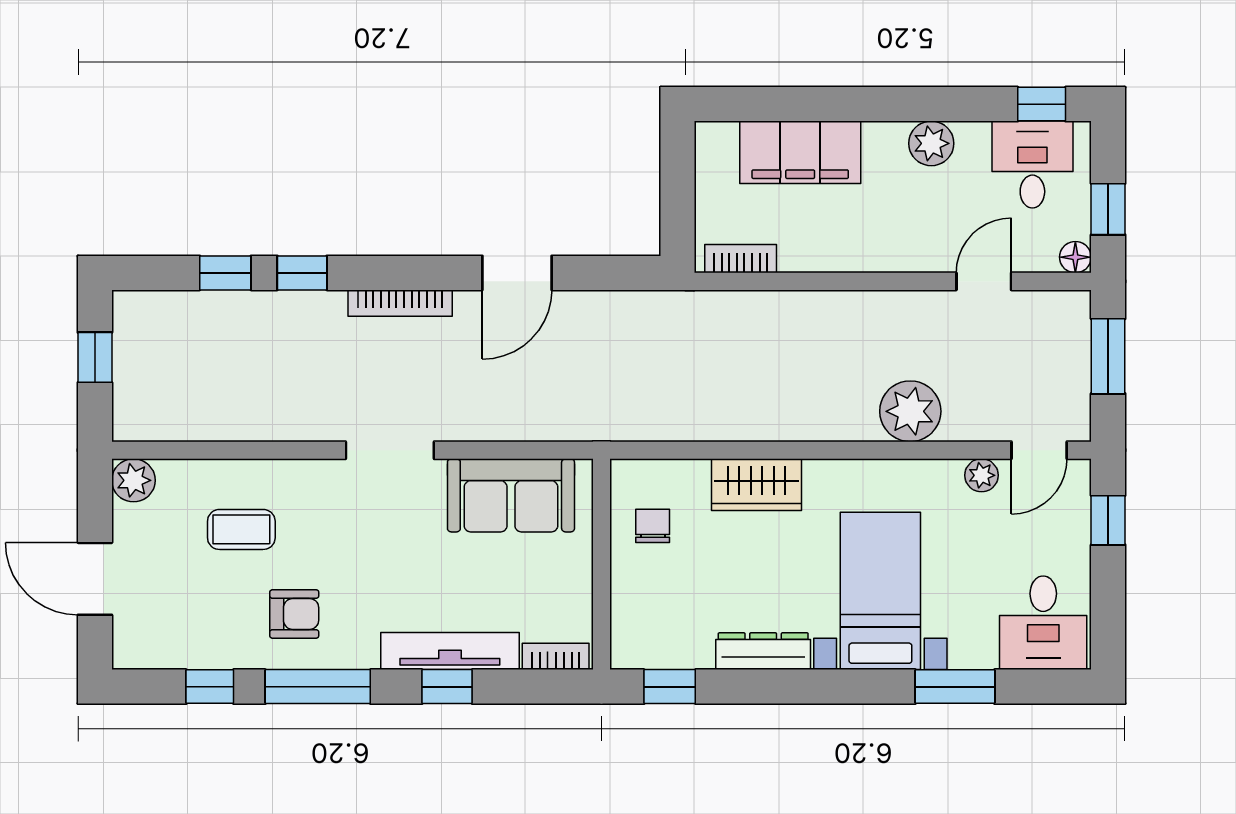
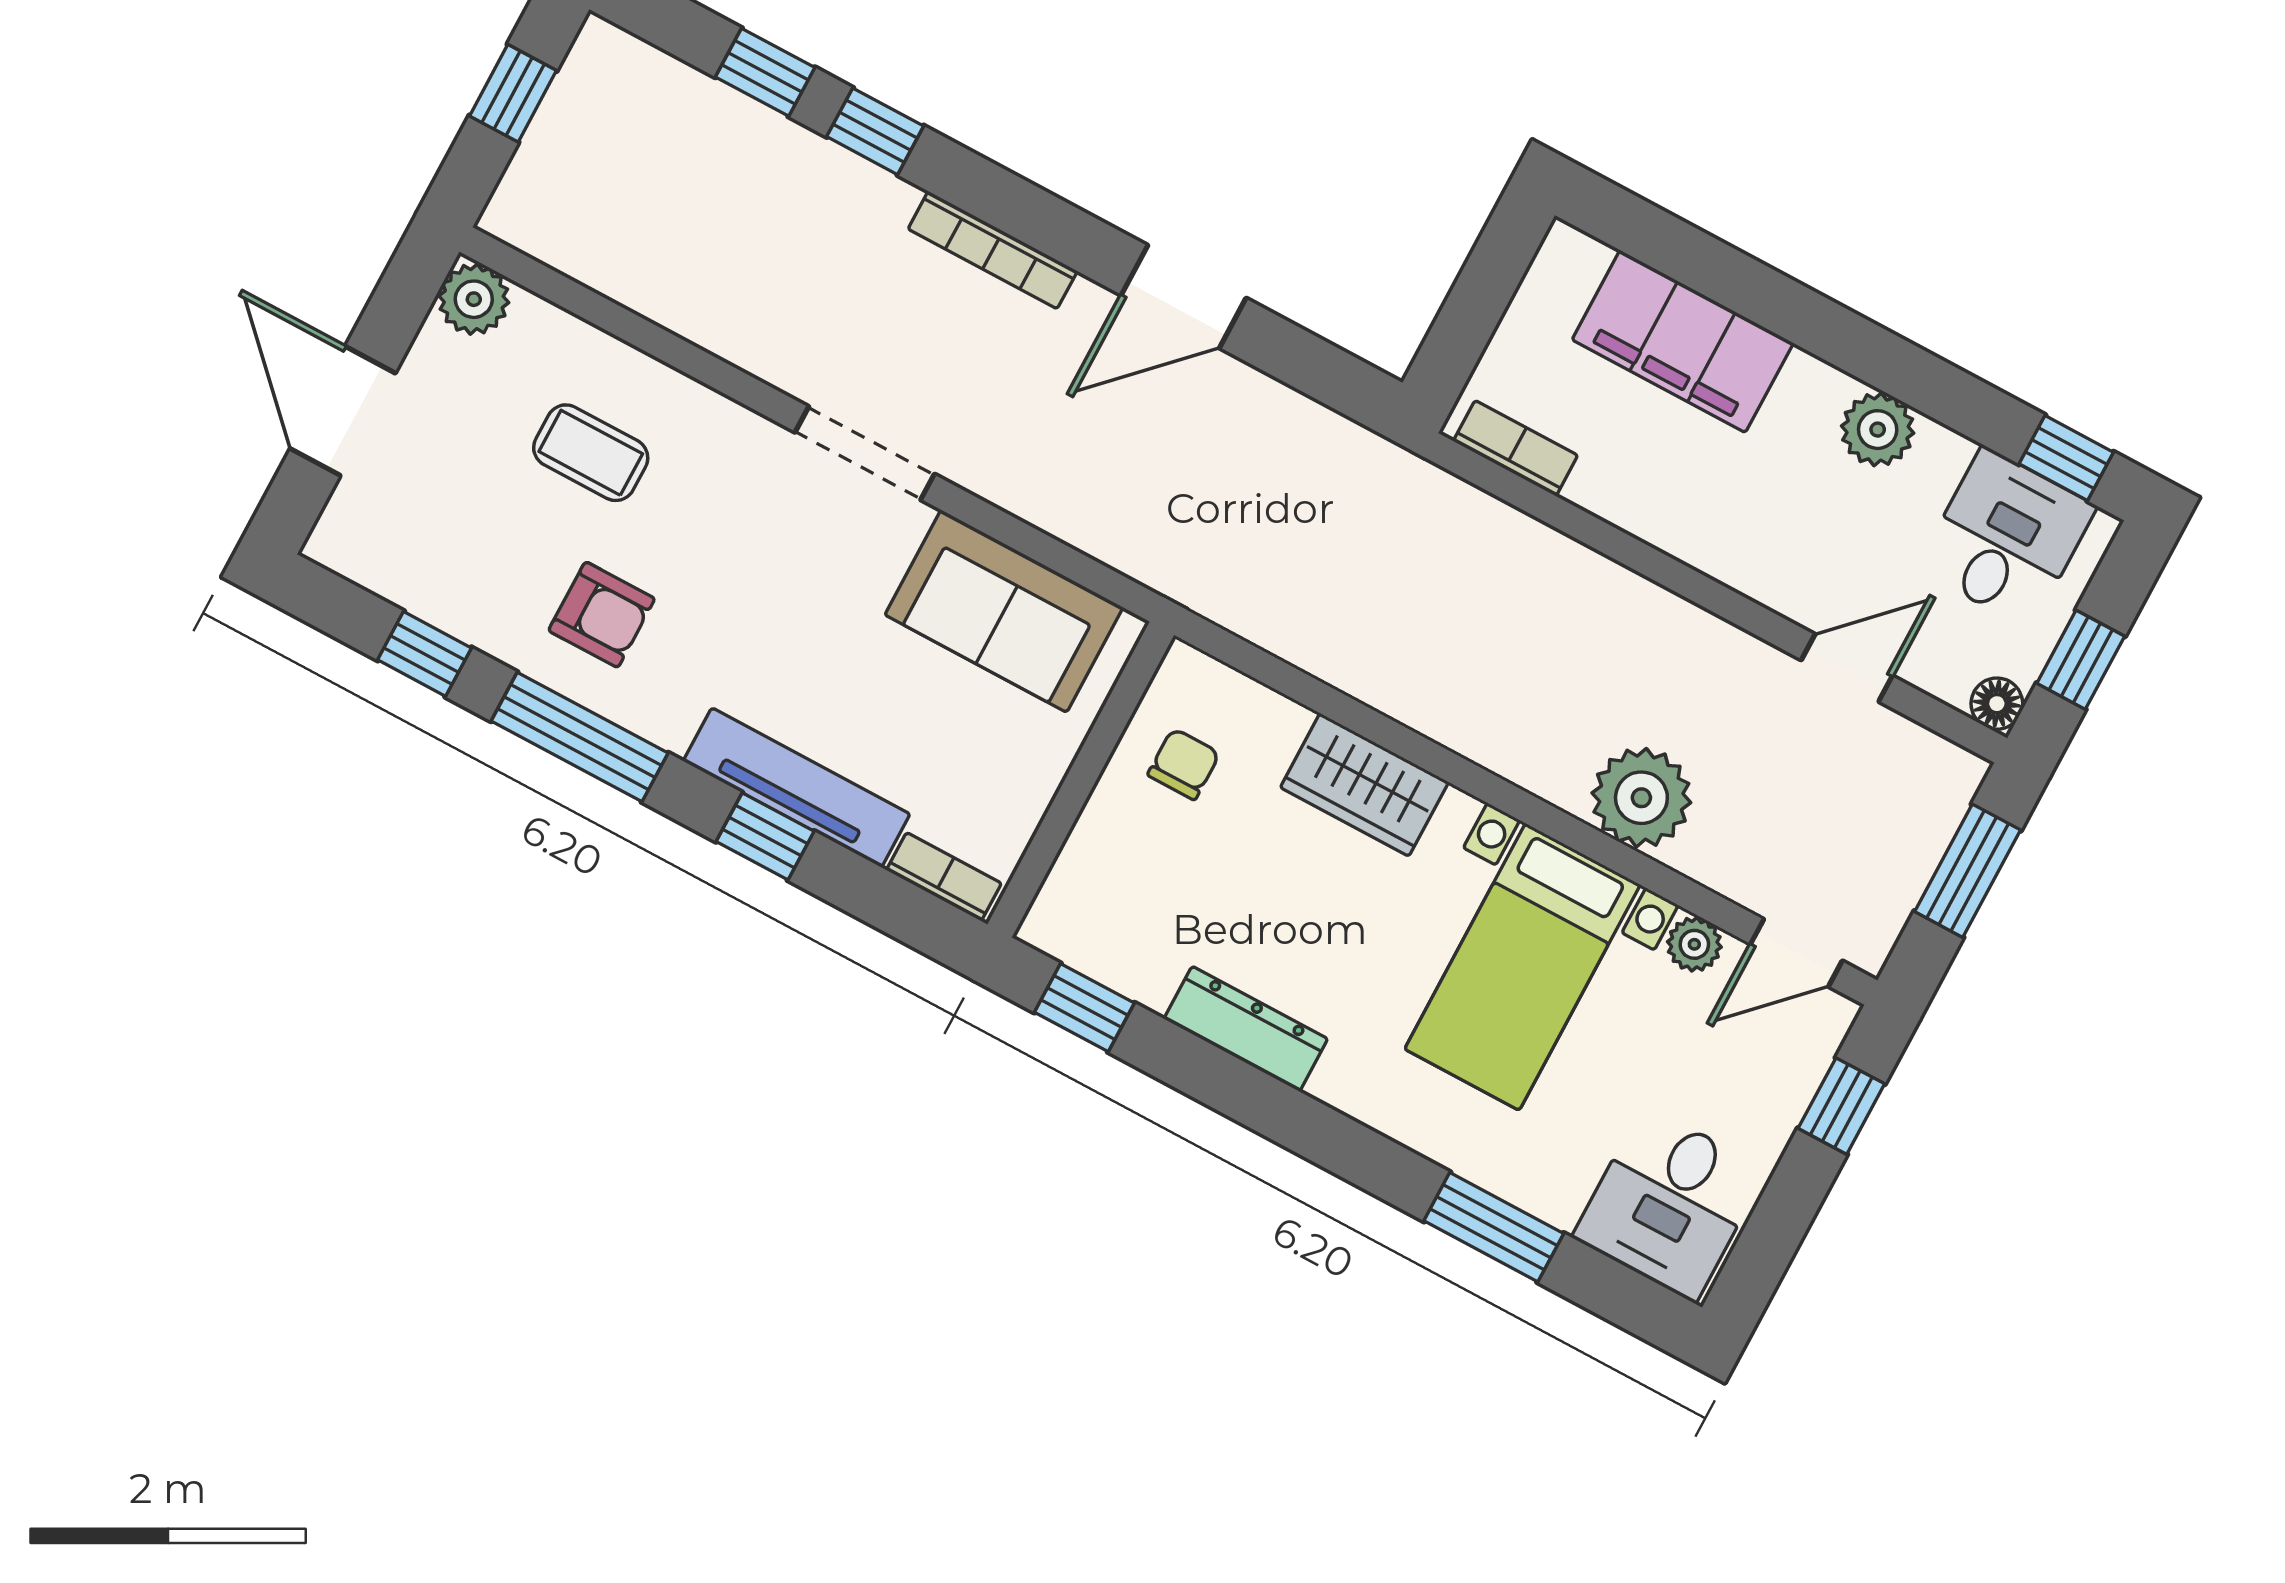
bed with nightstands: (880, 591) -> (1522, 967), moved, turned 180

